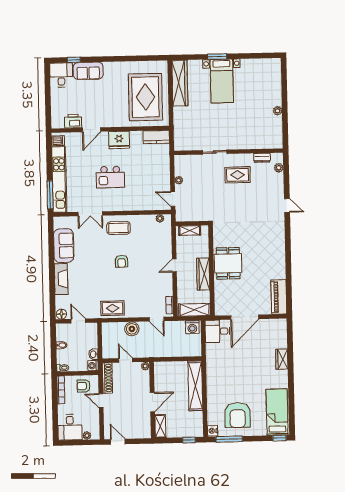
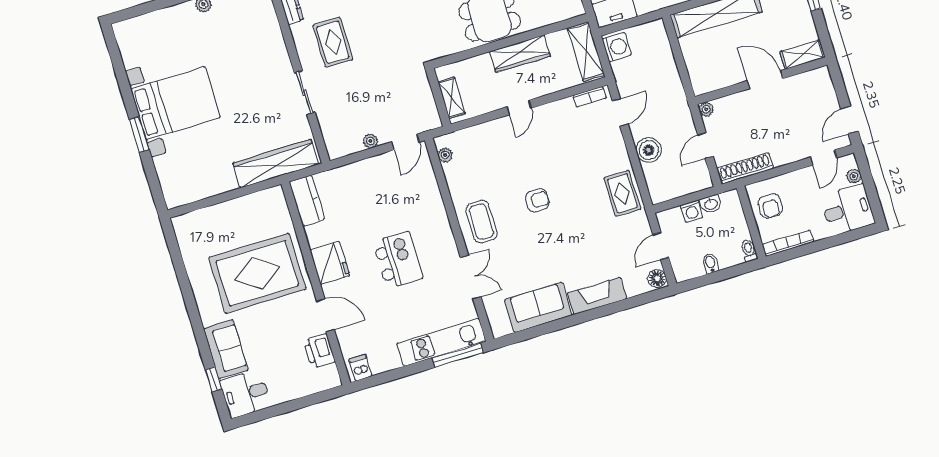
bed with nightstands: (222, 81) -> (176, 103), width x1.36
wardrobe: (180, 83) -> (276, 164), moved
rug: (145, 97) -> (257, 273), moved
kitchen unit: (59, 179) -> (441, 342), width x0.73
door: (174, 265) -> (519, 108), hinge flipped
washing machine: (93, 366) -> (692, 211), moved
door: (101, 401) -> (824, 158), moved

